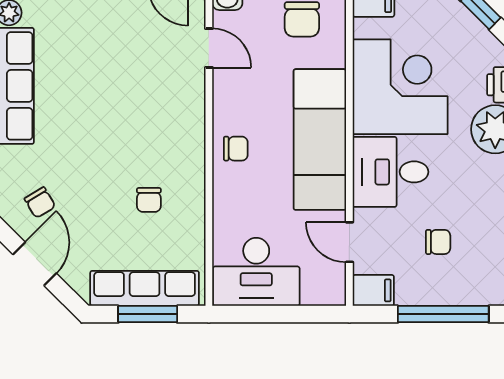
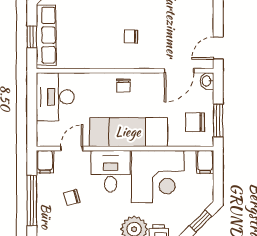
door: (209, 48) -> (179, 71), width x1.38
chair: (149, 200) -> (131, 36), moved
chair: (438, 242) -> (72, 198), turned 74
window: (148, 314) -> (32, 37), width x0.67

